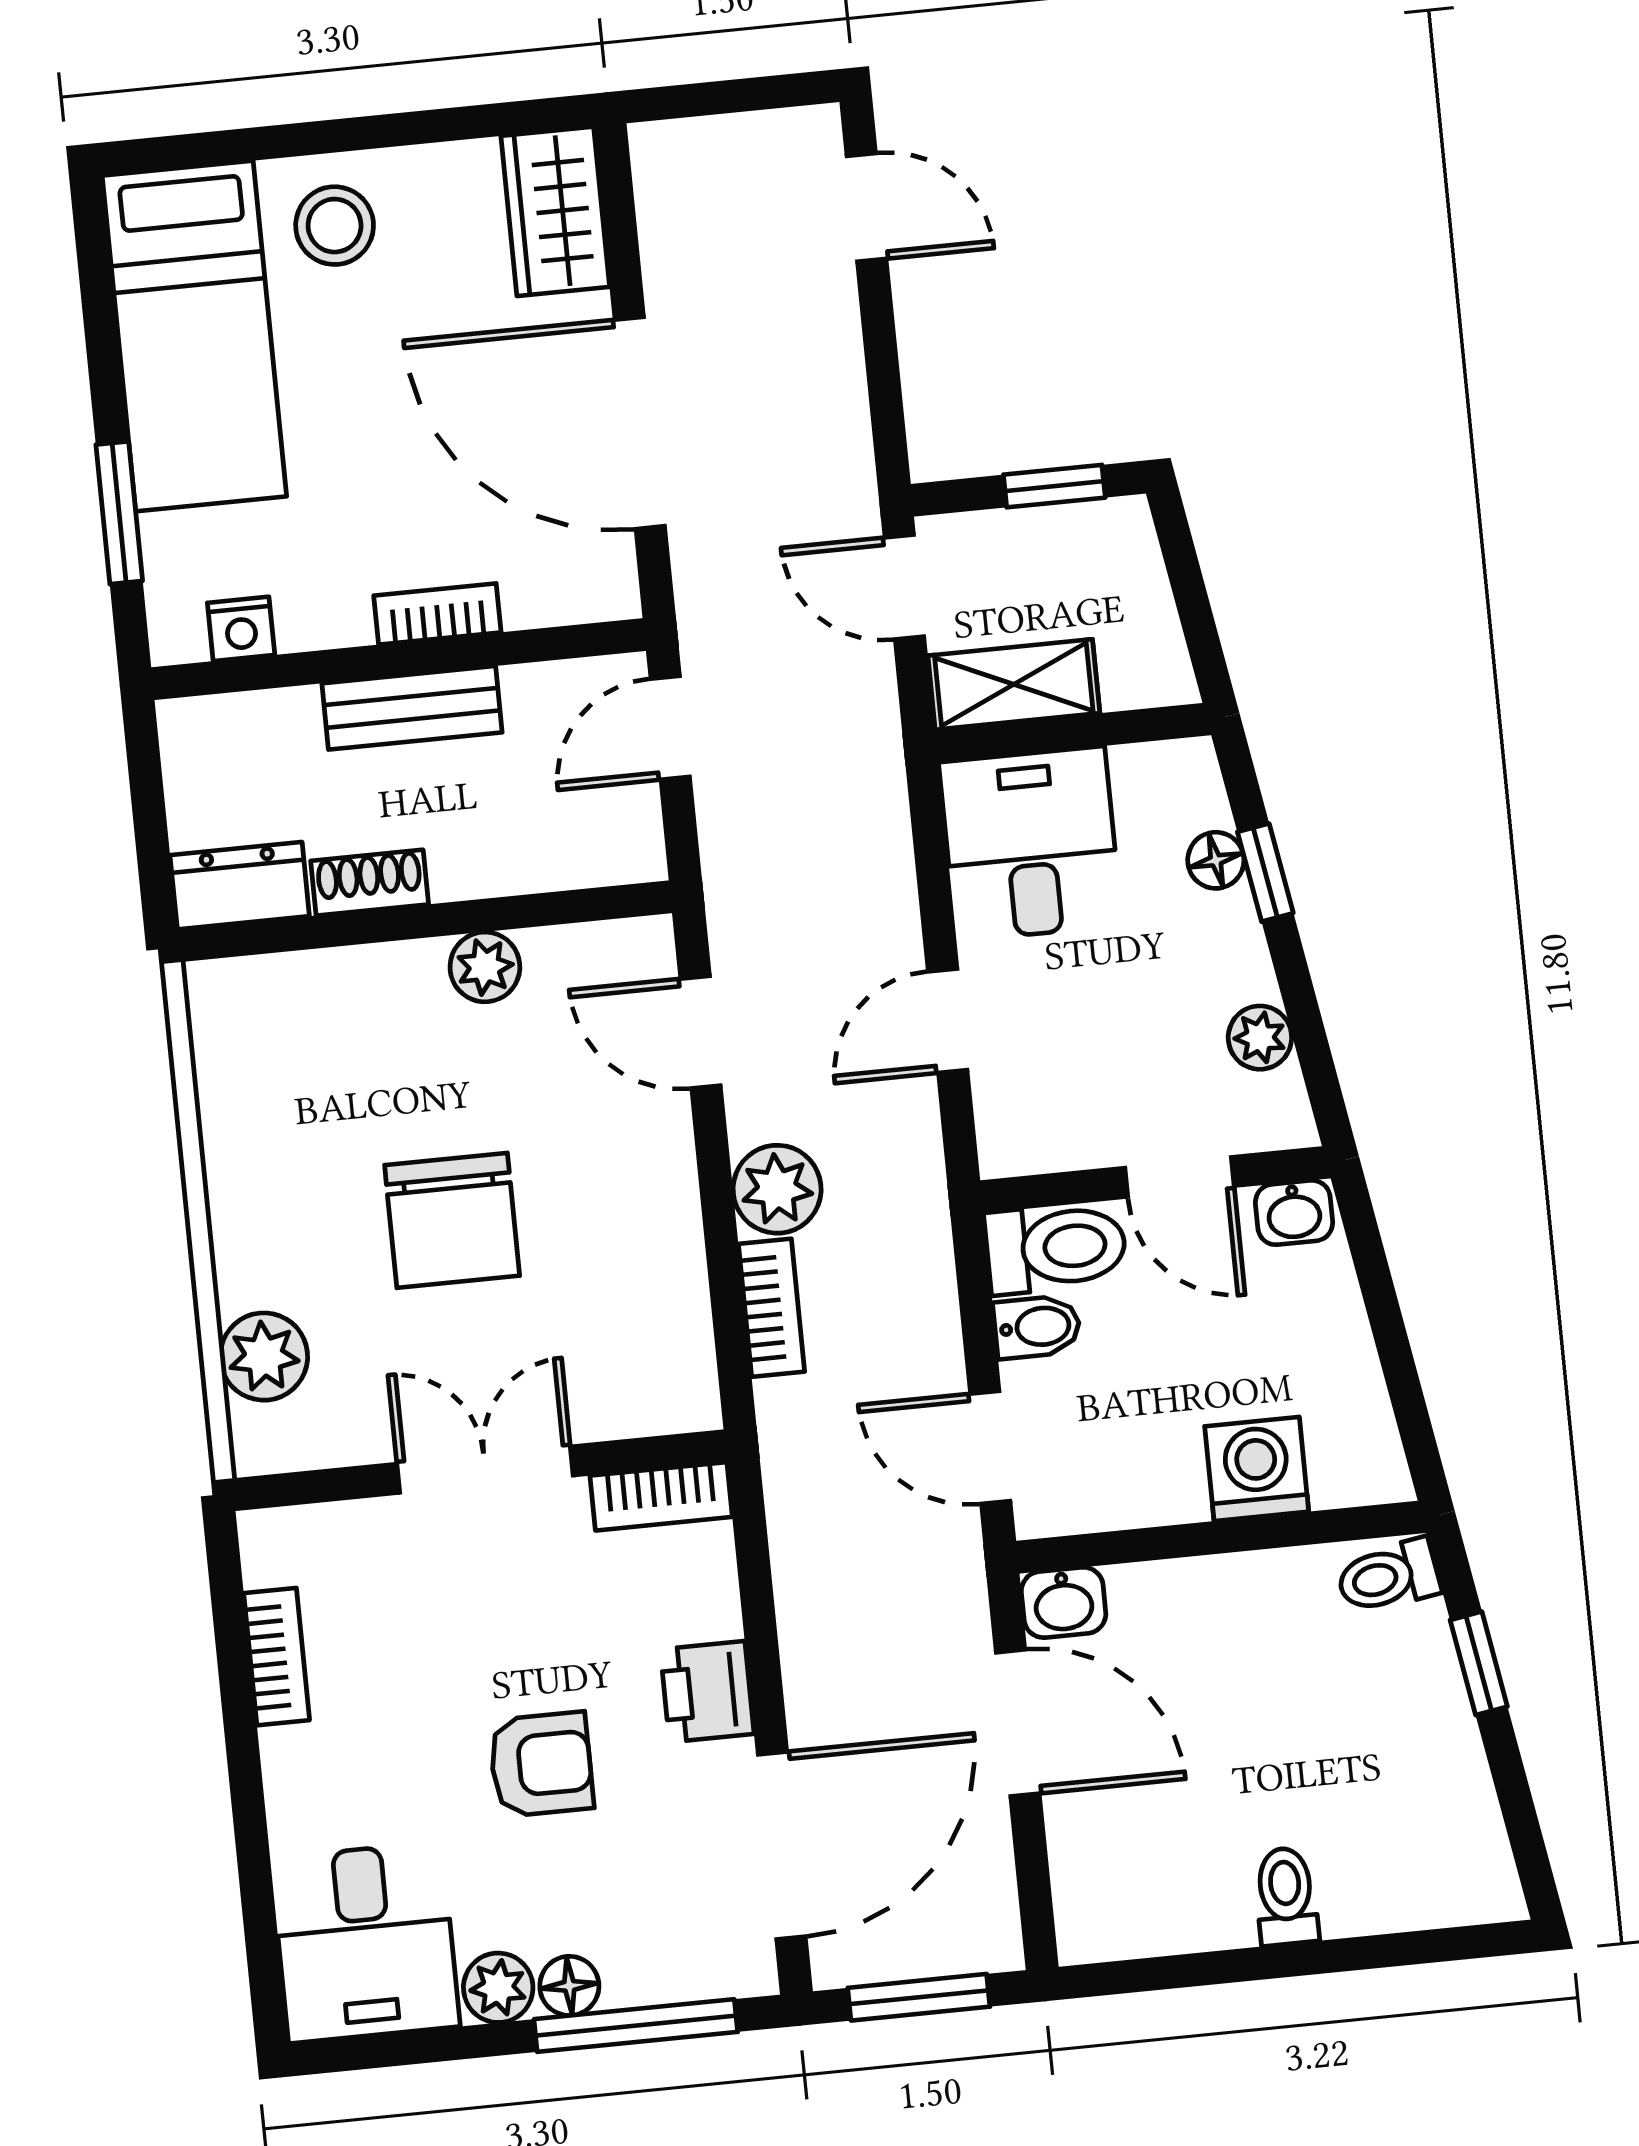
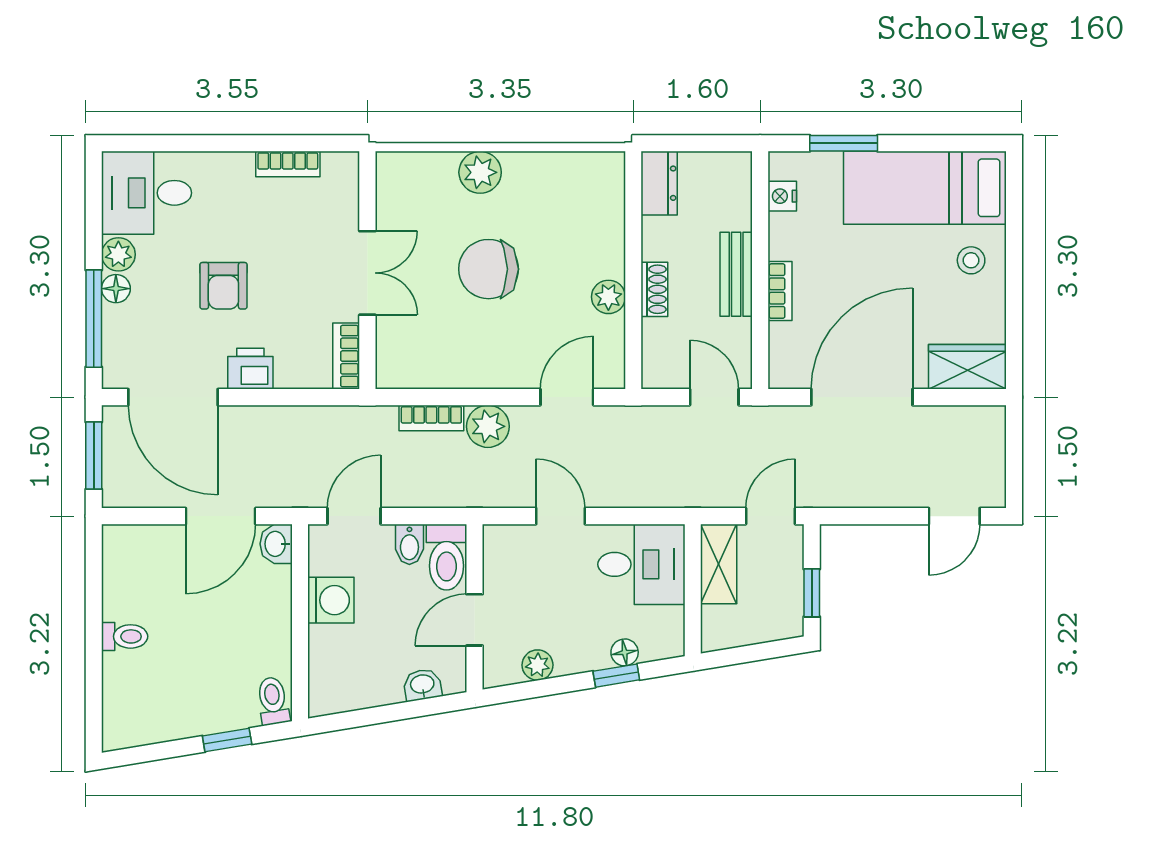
stool: (335, 226) -> (971, 260), width x0.73, depth x0.73
shoe rack: (370, 883) -> (654, 289), moved
washbasin: (1294, 1213) -> (422, 685), moved, turned 81
plant: (264, 1357) -> (480, 172), moved
washing machine: (1257, 1469) -> (331, 600), moved

